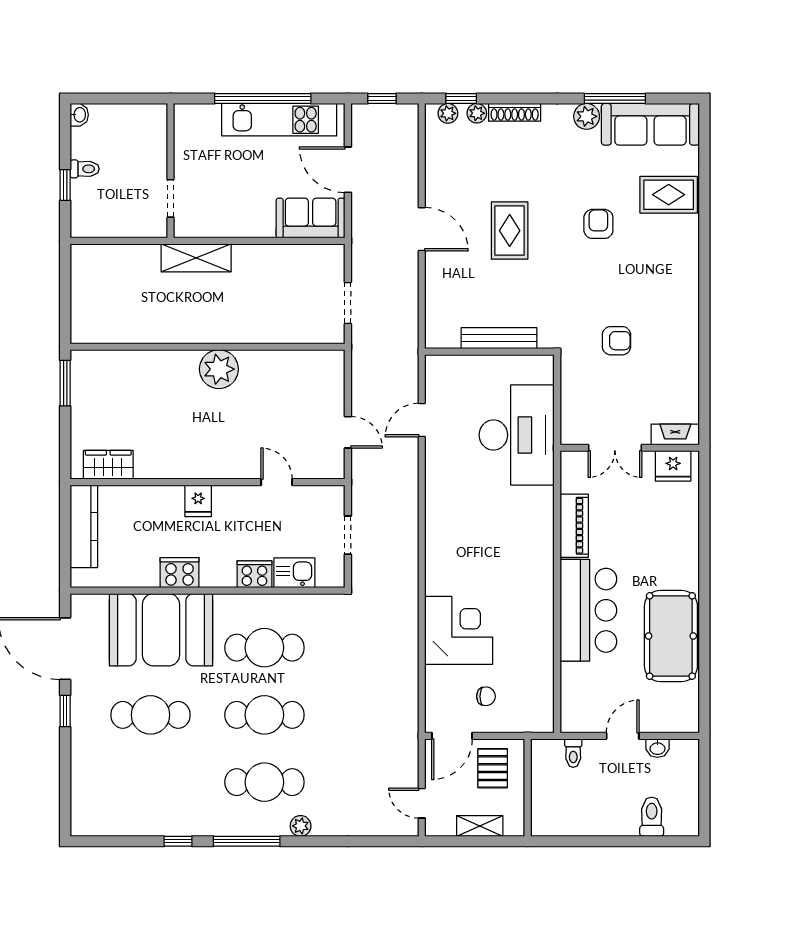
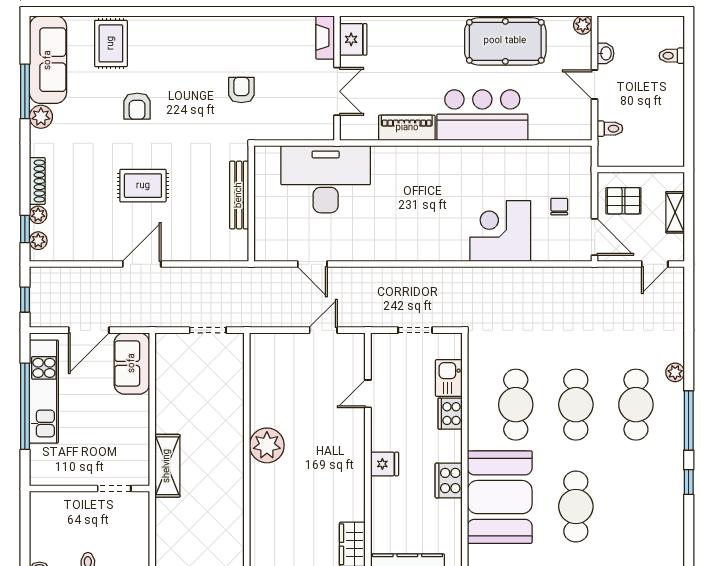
armchair: (598, 224) -> (137, 106), turned -90
plant: (689, 723) -> (583, 25), added
toilet: (652, 817) -> (672, 56), width x0.73, depth x0.72

